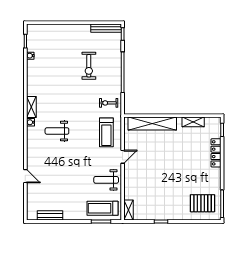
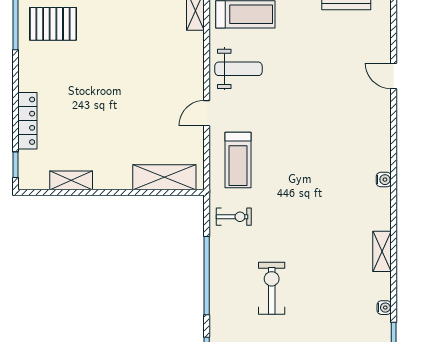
shelving: (31, 107) -> (382, 251), moved
shelving: (152, 123) -> (164, 177), width x0.68
weight bench: (57, 131) -> (333, 163), removed
treadmill: (106, 132) -> (238, 160), turned 180

